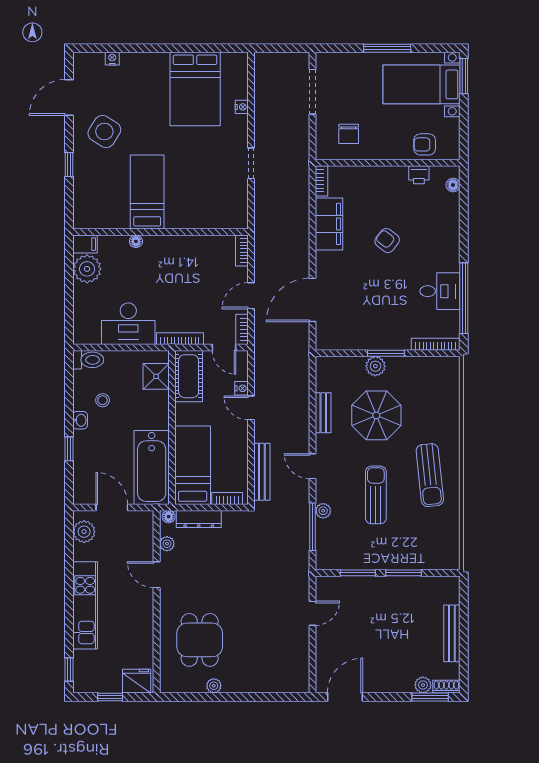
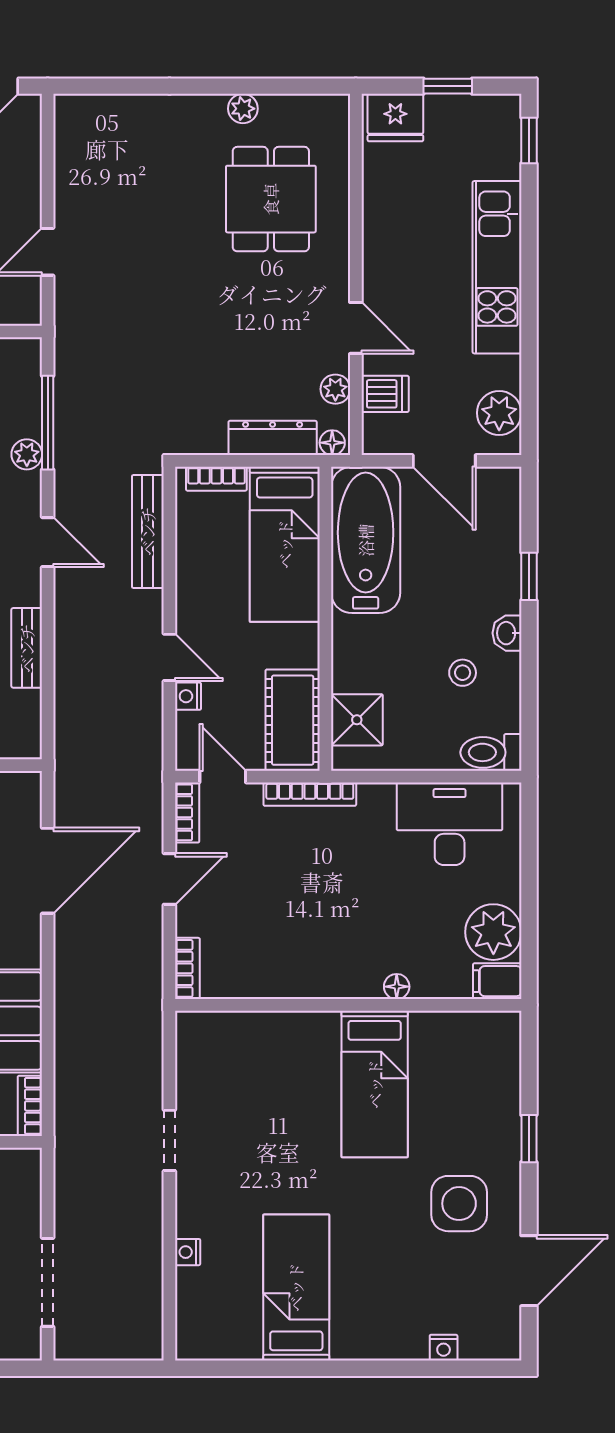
bed: (195, 89) -> (296, 1287), width x0.67
side table: (104, 131) -> (459, 1204), turned -32
desk: (128, 324) -> (450, 824), moved
dishwasher: (142, 541) -> (385, 394), added

